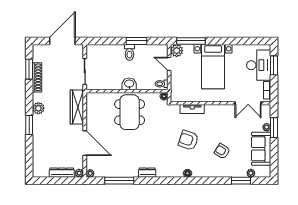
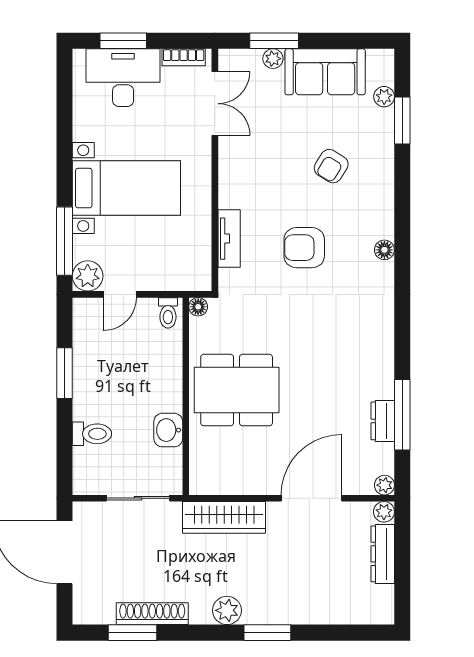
toilet: (129, 52) -> (92, 434), moved
washbasin: (129, 84) -> (168, 430), moved
armchair: (188, 140) -> (304, 248), turned 71
dresser: (147, 173) -> (383, 421), moved

